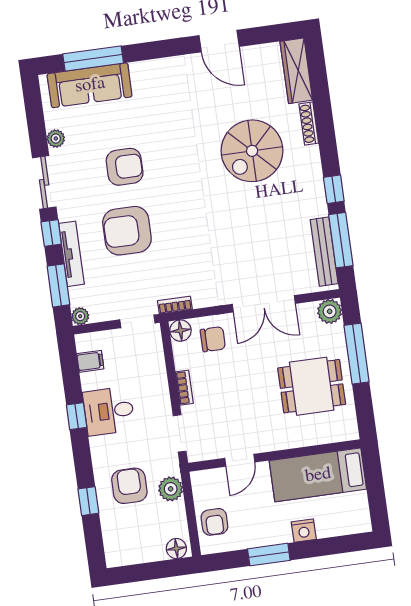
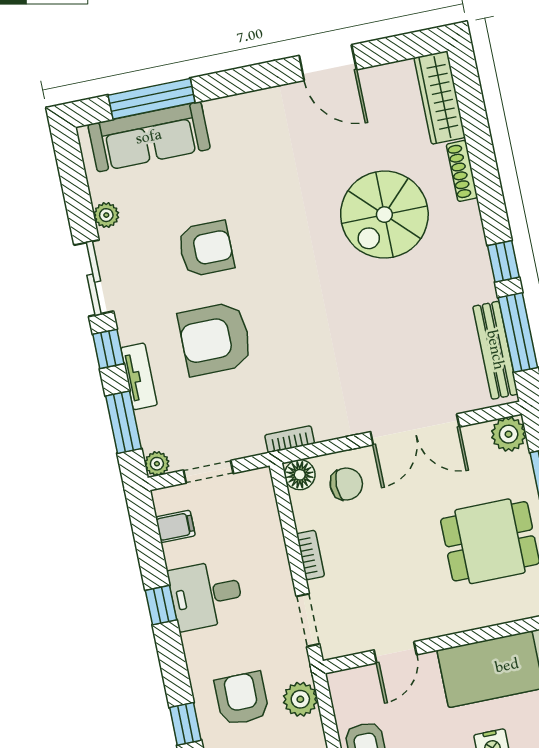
tv unit: (72, 254) -> (139, 376), width x0.71
doorway: (137, 321) -> (208, 472), moved

